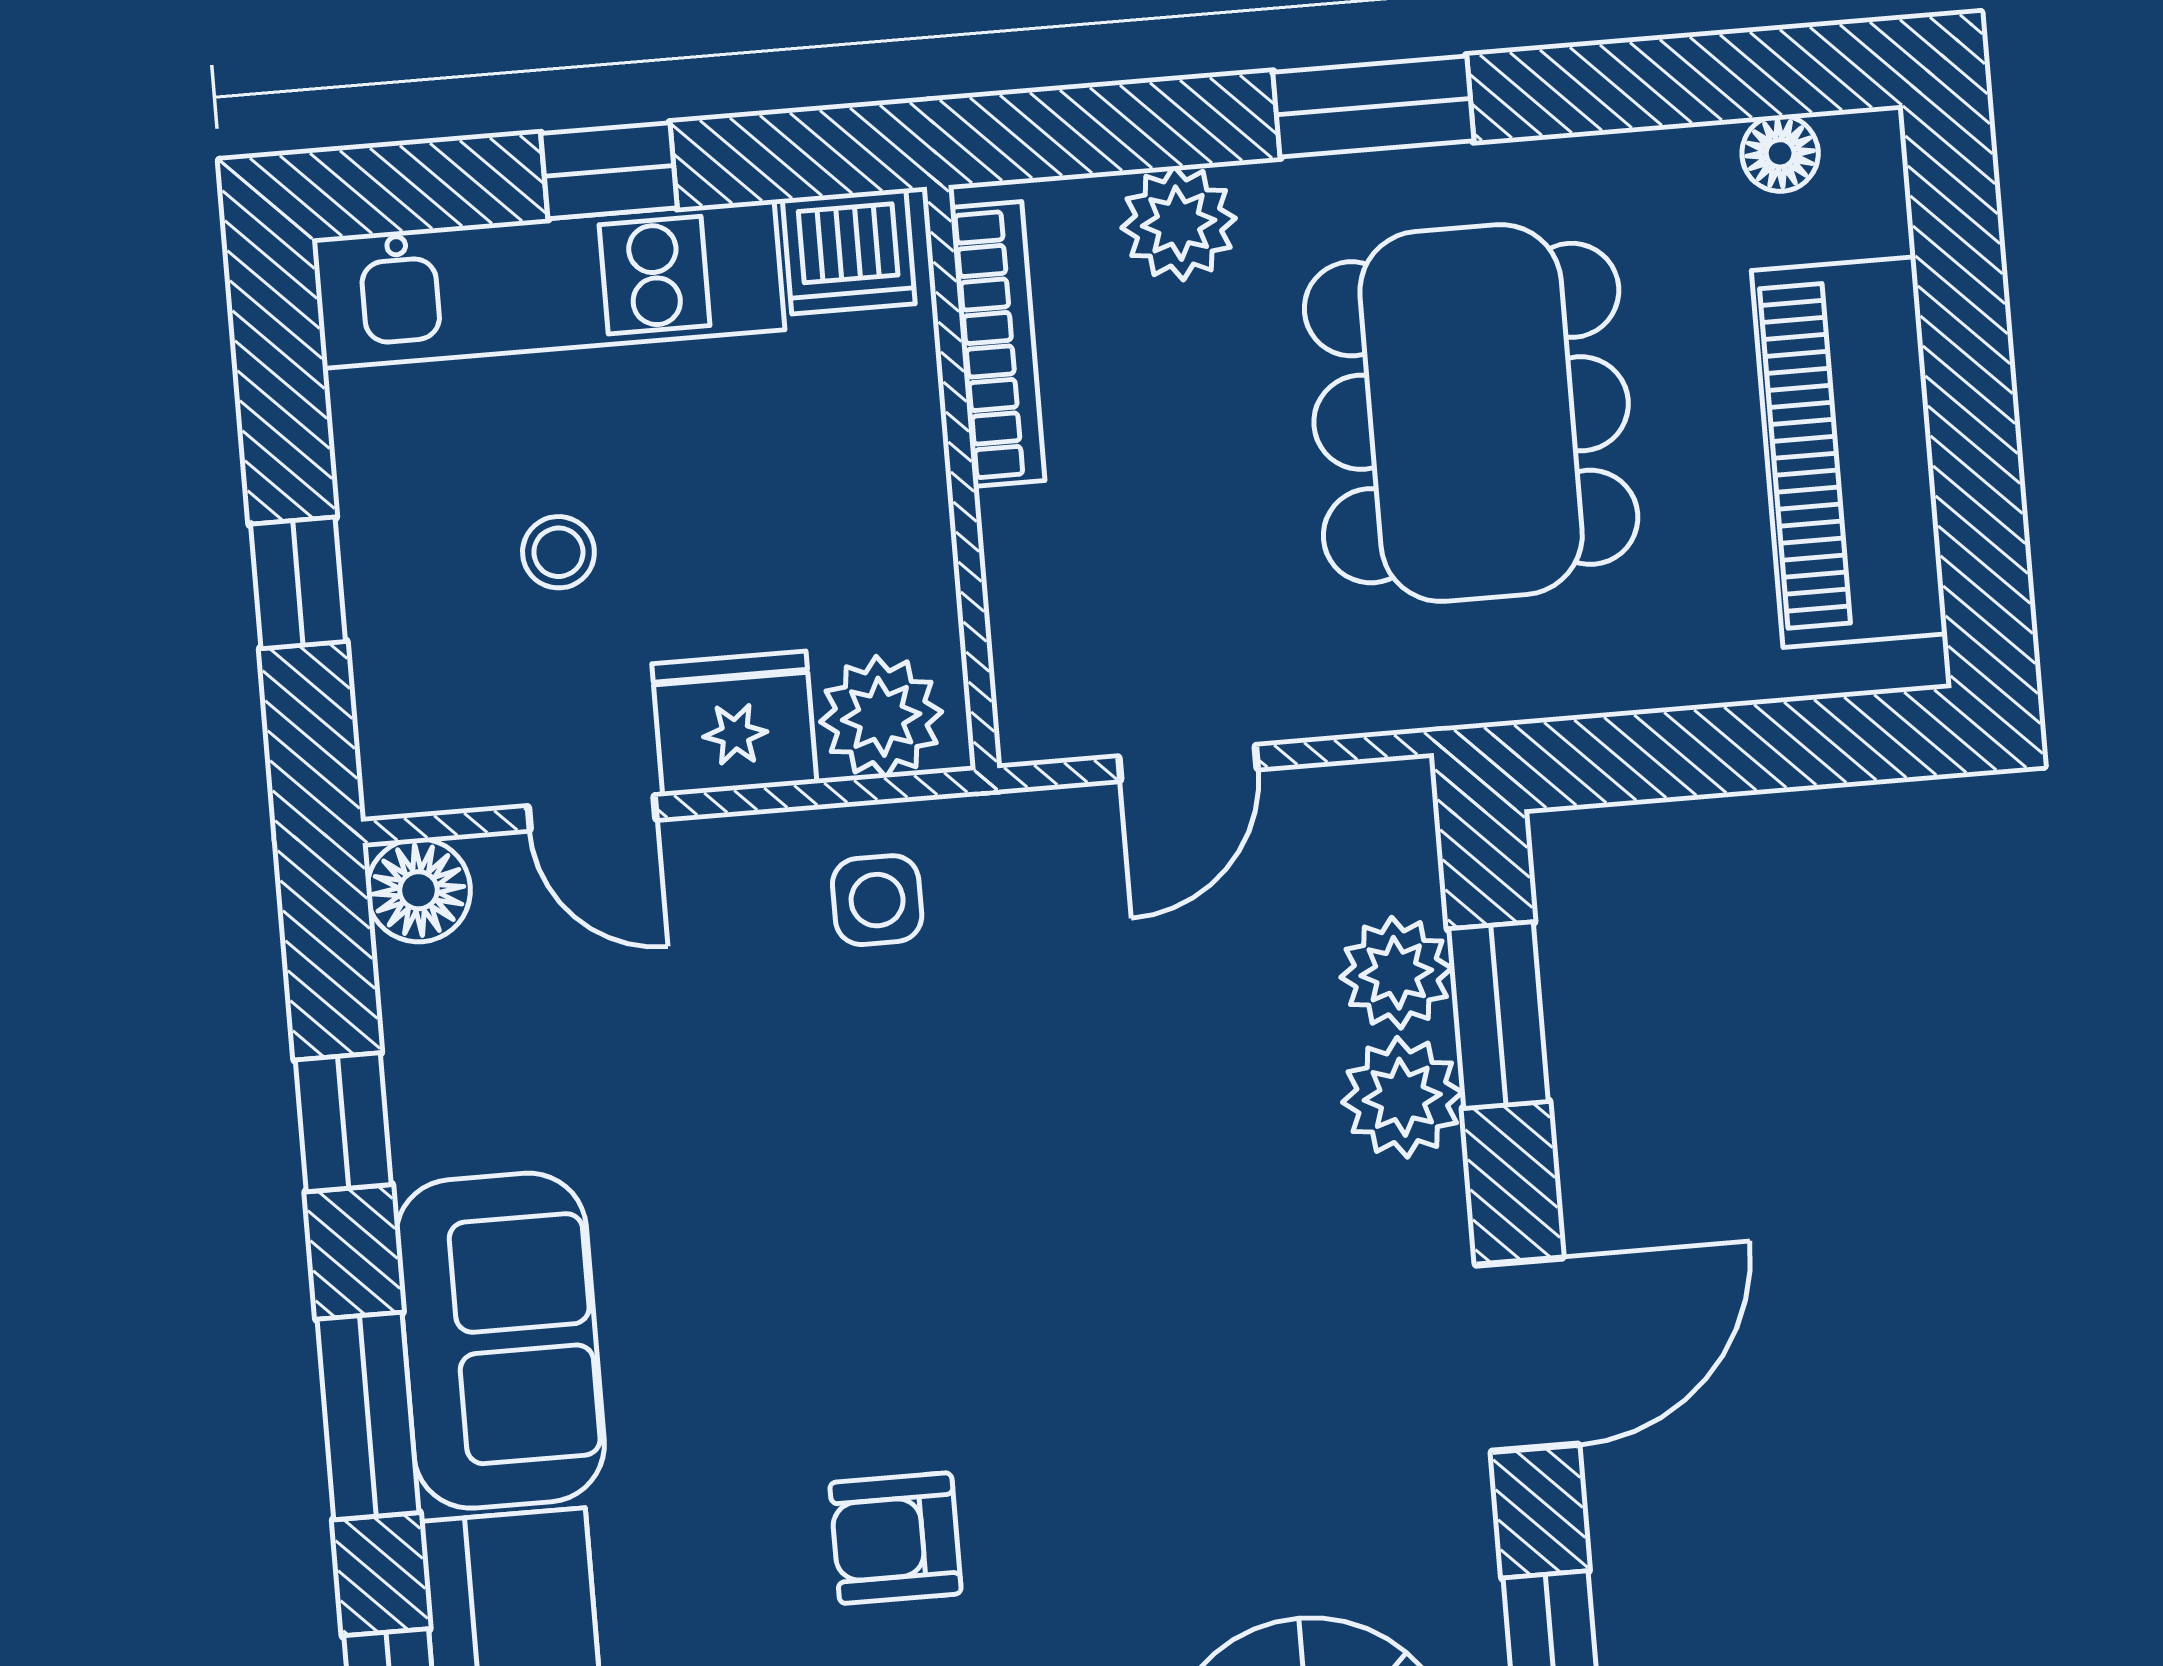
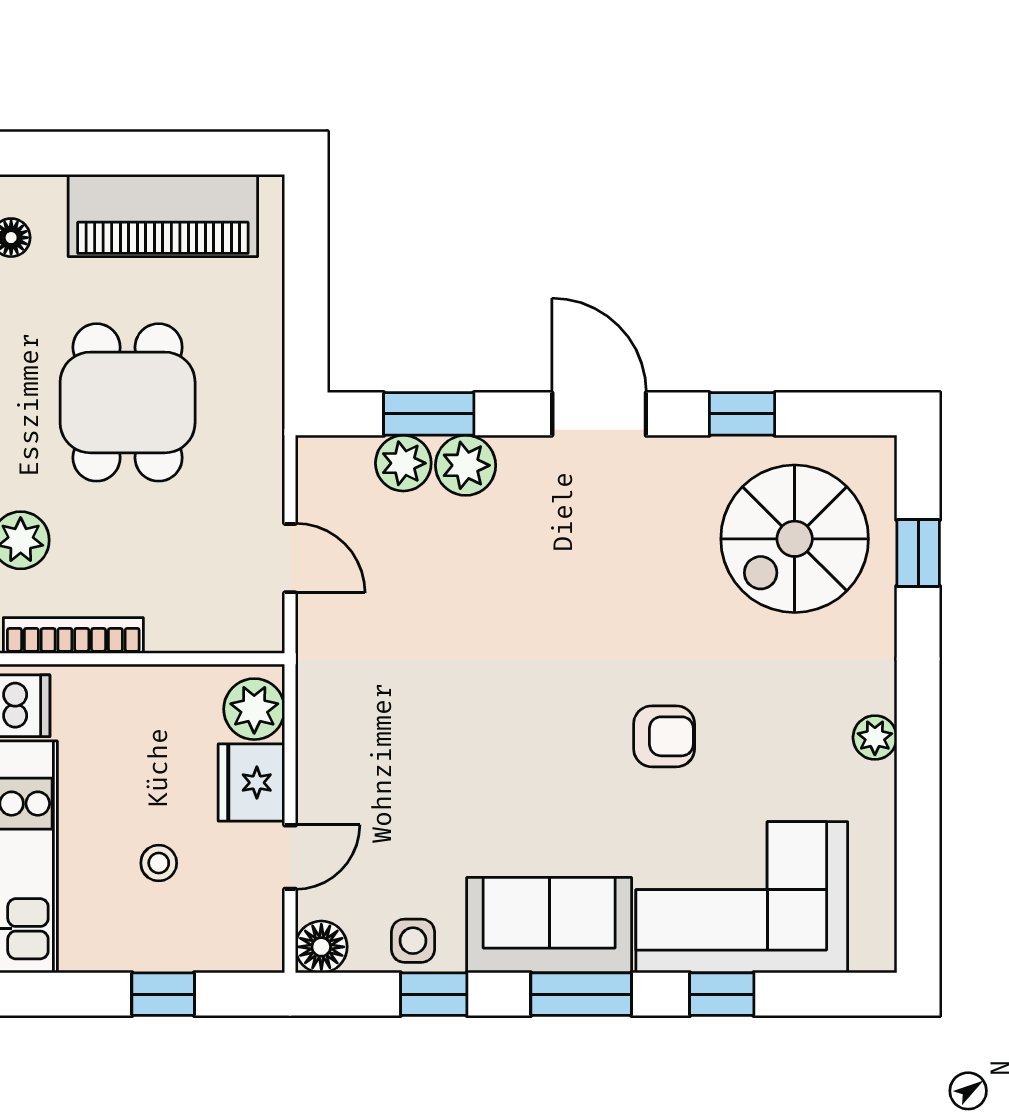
dining table: (1471, 413) -> (128, 402), width x0.73
side table: (877, 900) -> (413, 941), moved
armchair: (896, 1538) -> (664, 736), turned -90

